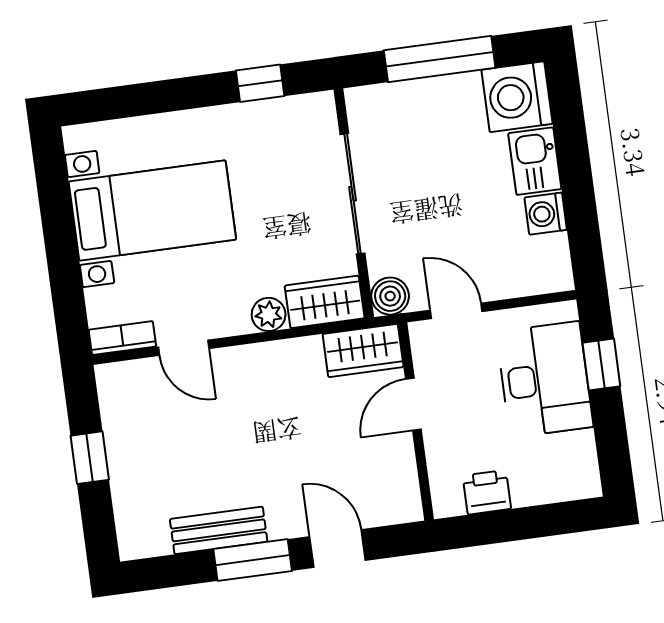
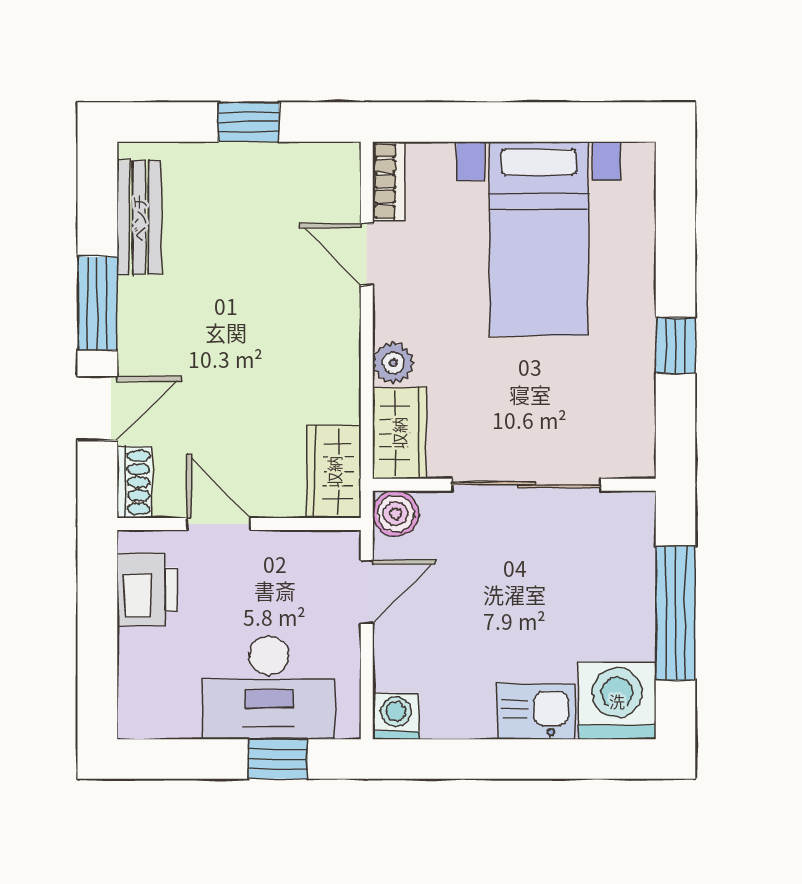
window: (260, 83) -> (675, 346), moved
washing machine: (546, 214) -> (396, 716), moved
door: (184, 348) -> (367, 254), hinge flipped
door: (413, 404) -> (219, 524), moved
printer: (487, 492) -> (147, 589), width x1.36, depth x1.24
shoe rack: (393, 510) -> (134, 482), added
bench: (219, 530) -> (139, 218), moved

